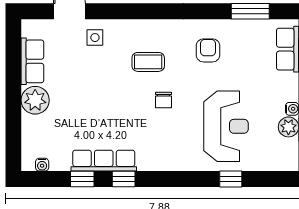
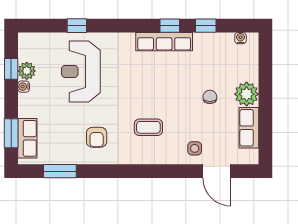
chair: (163, 100) -> (210, 97), moved
row of seats: (104, 161) -> (164, 42), moved

